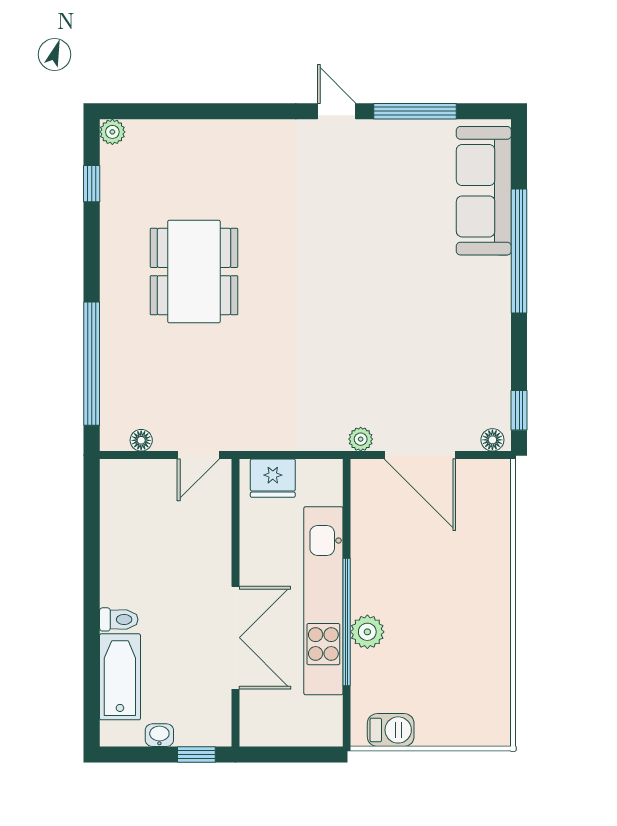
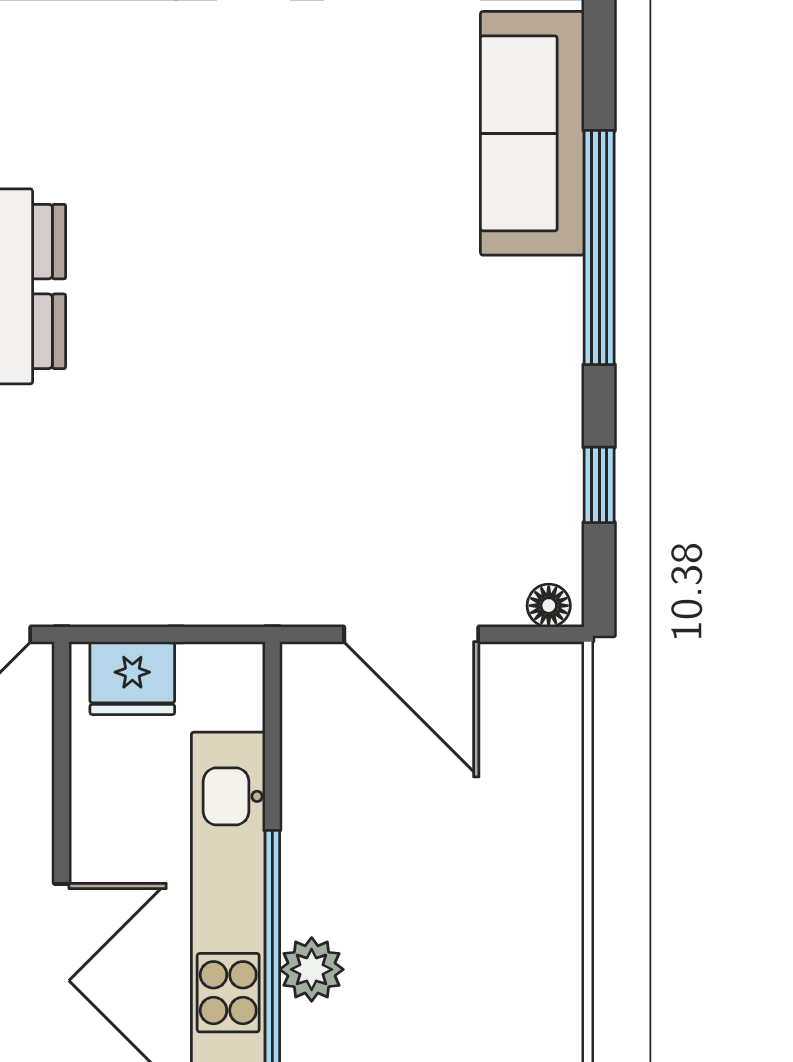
window: (519, 410) -> (599, 485), moved
plant: (361, 439) -> (299, 604), removed

